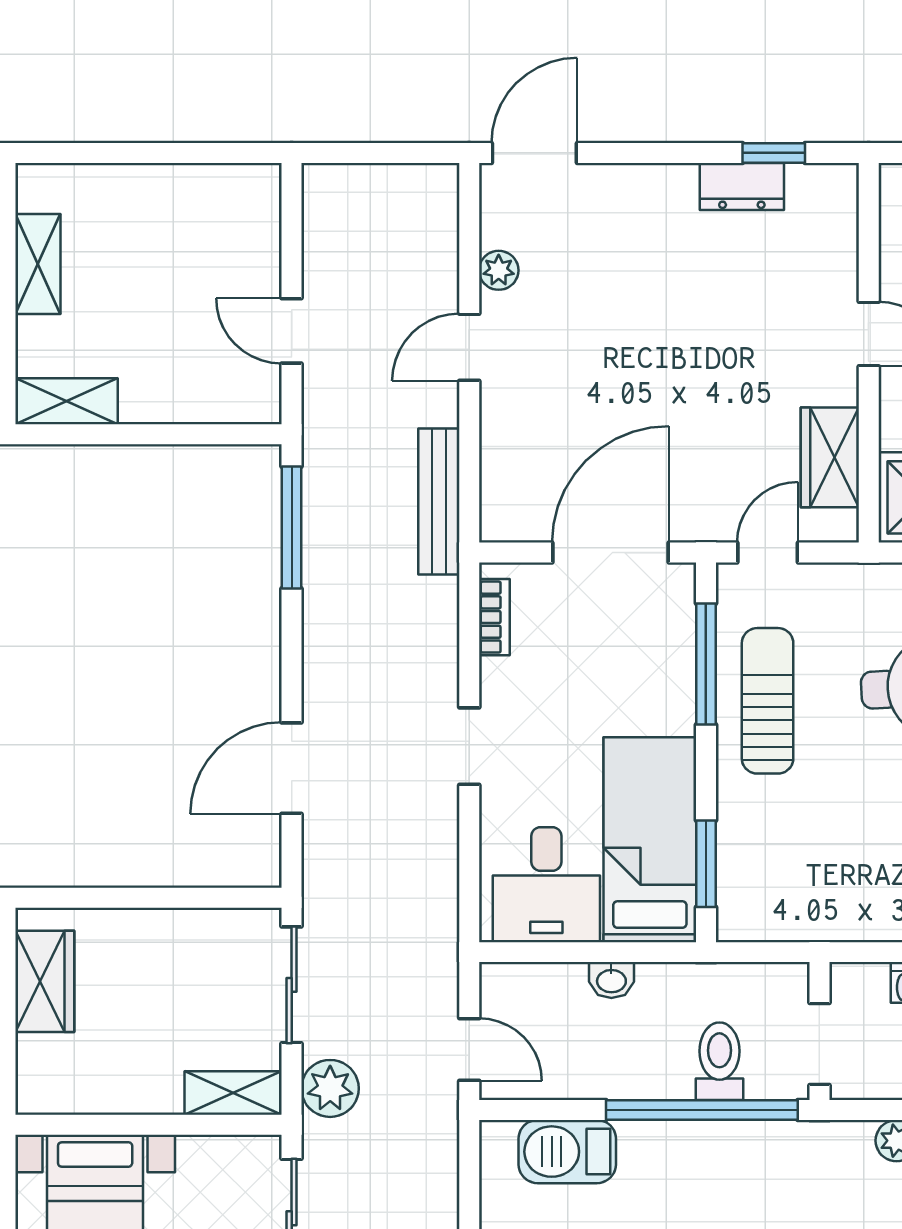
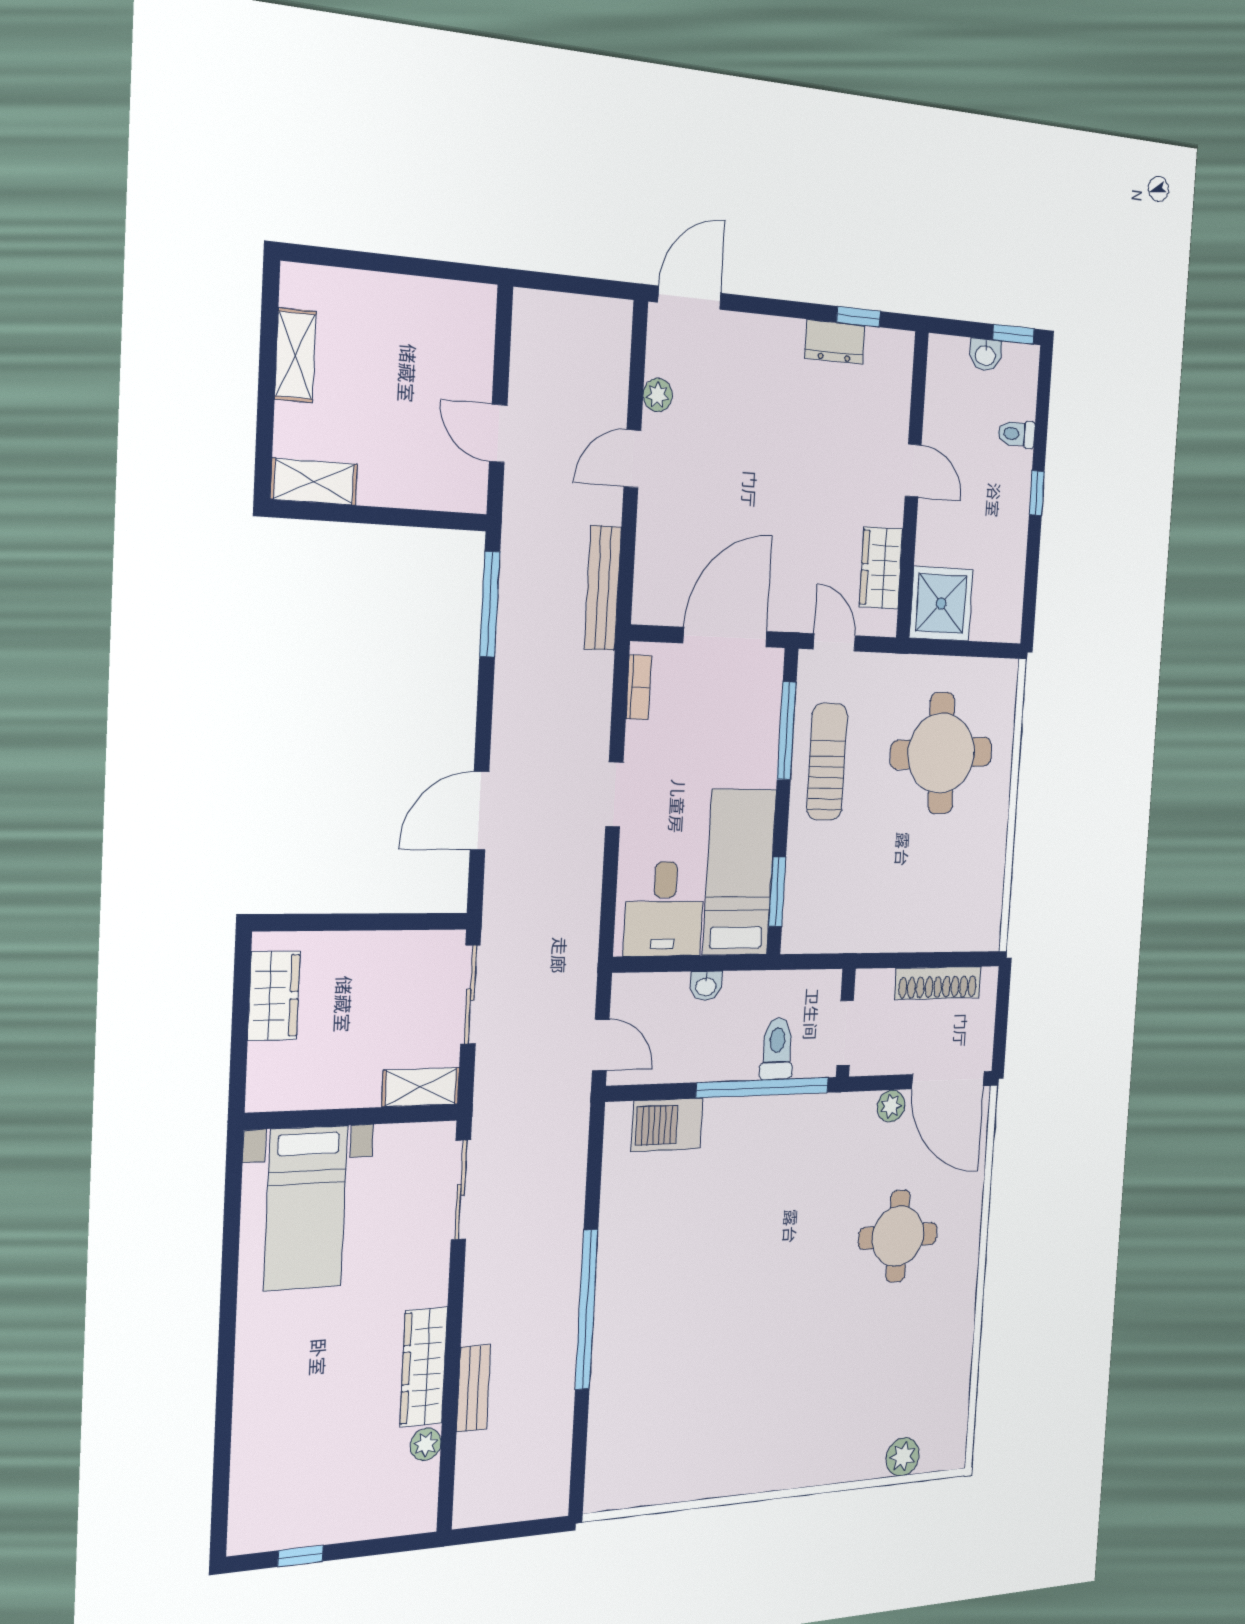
door: (768, 553) -> (834, 642), hinge flipped
plant: (330, 1088) -> (496, 1081), removed

